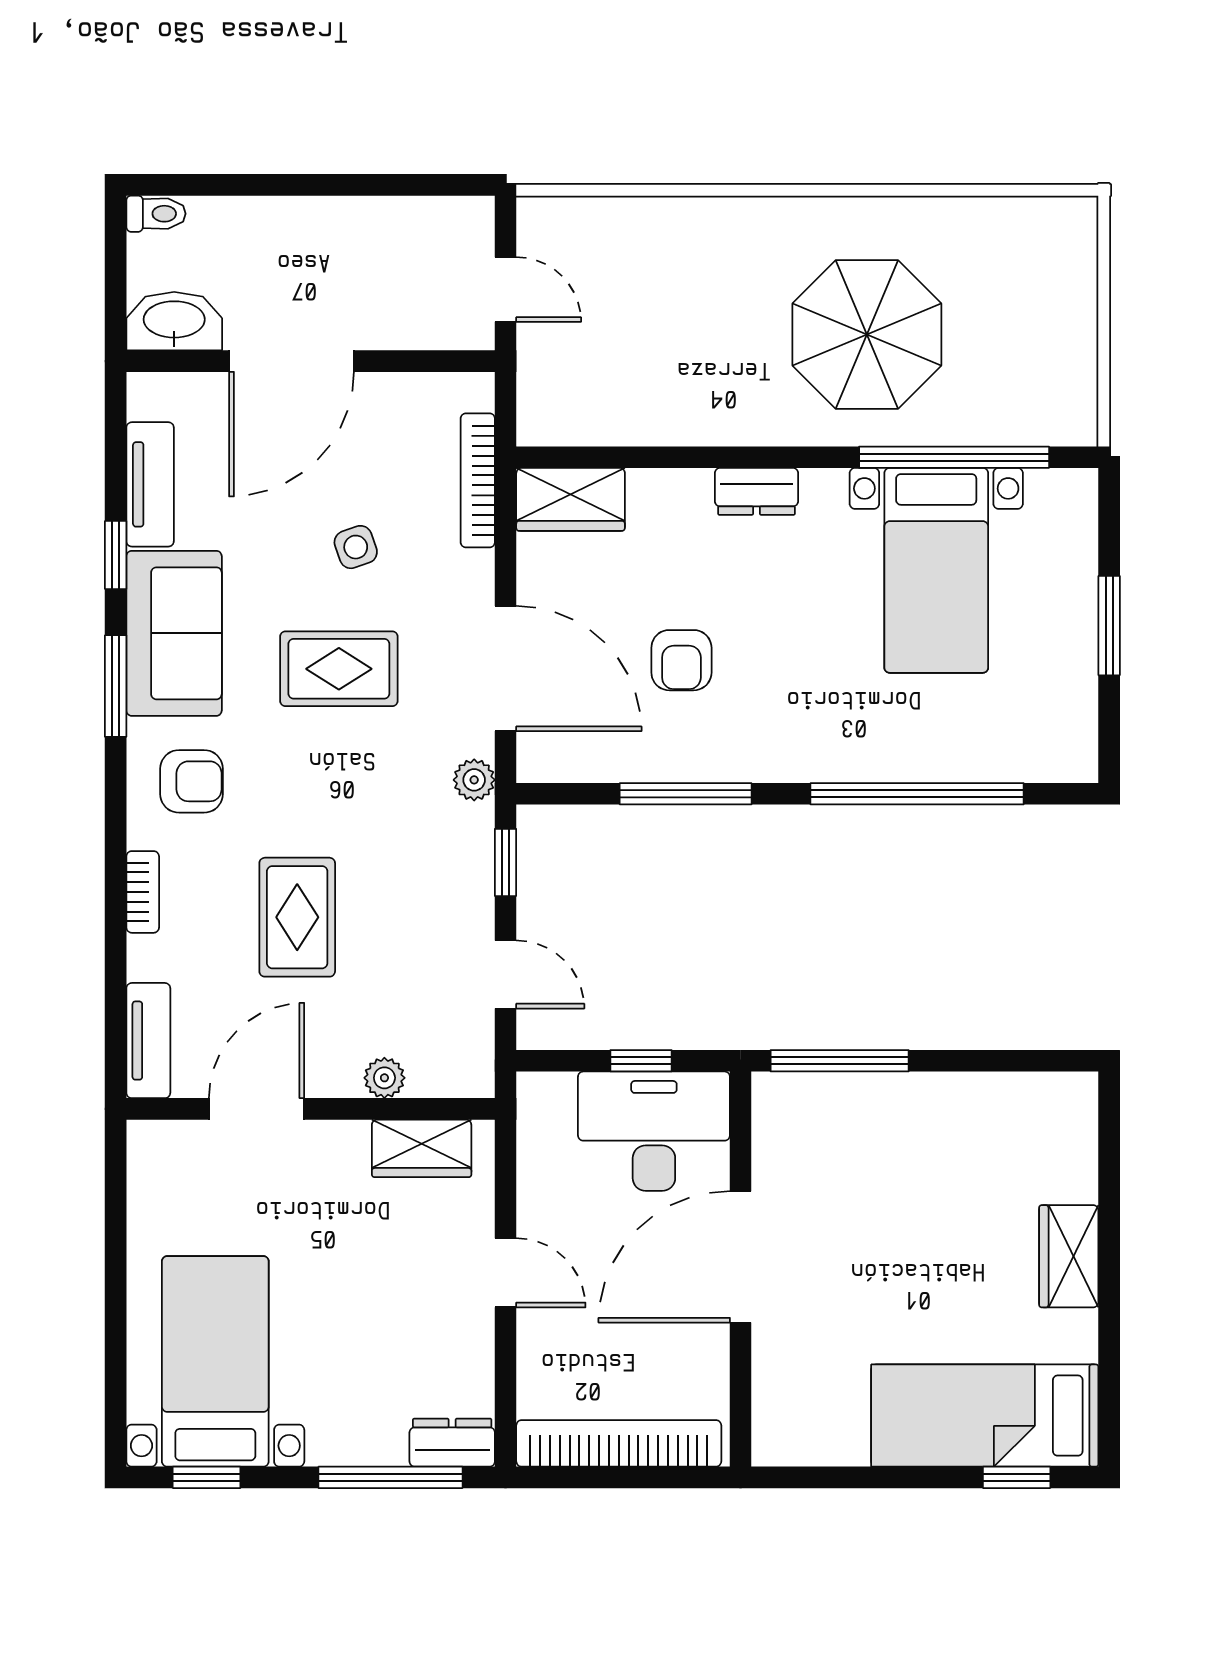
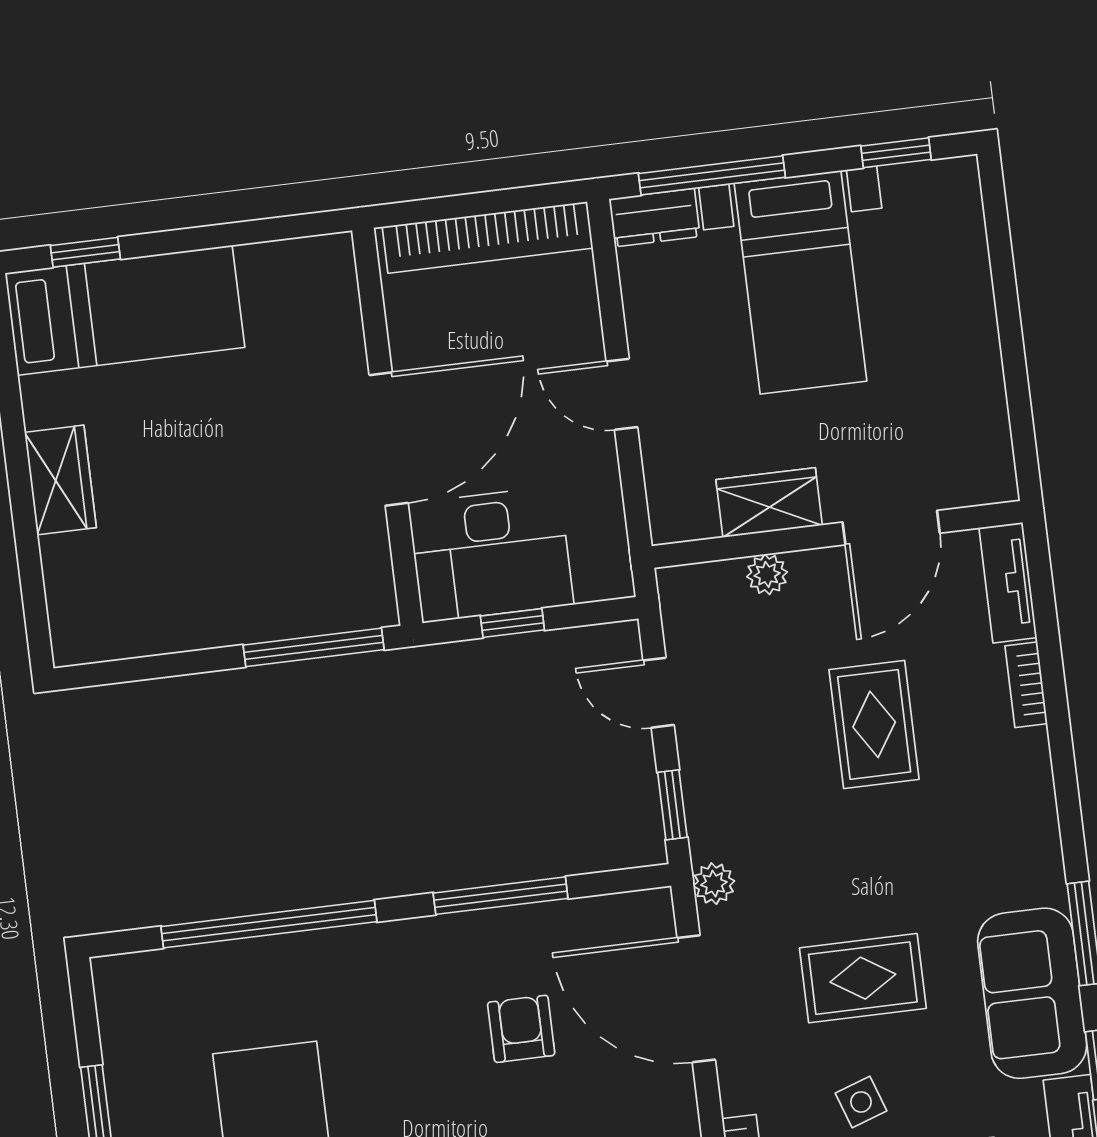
armchair: (192, 781) -> (997, 847), removed
bookcase: (143, 892) -> (1026, 685), moved
wardrobe: (422, 1148) -> (769, 503), moved
bed with nightstands: (215, 1361) -> (800, 282), moved

